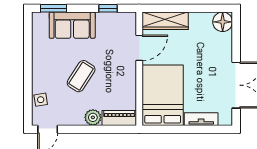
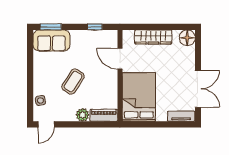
wardrobe: (165, 21) -> (153, 37), moved
sofa: (72, 25) -> (51, 40), moved
door: (139, 48) -> (120, 59), swing flipped
tv unit: (201, 119) -> (181, 116), moved

